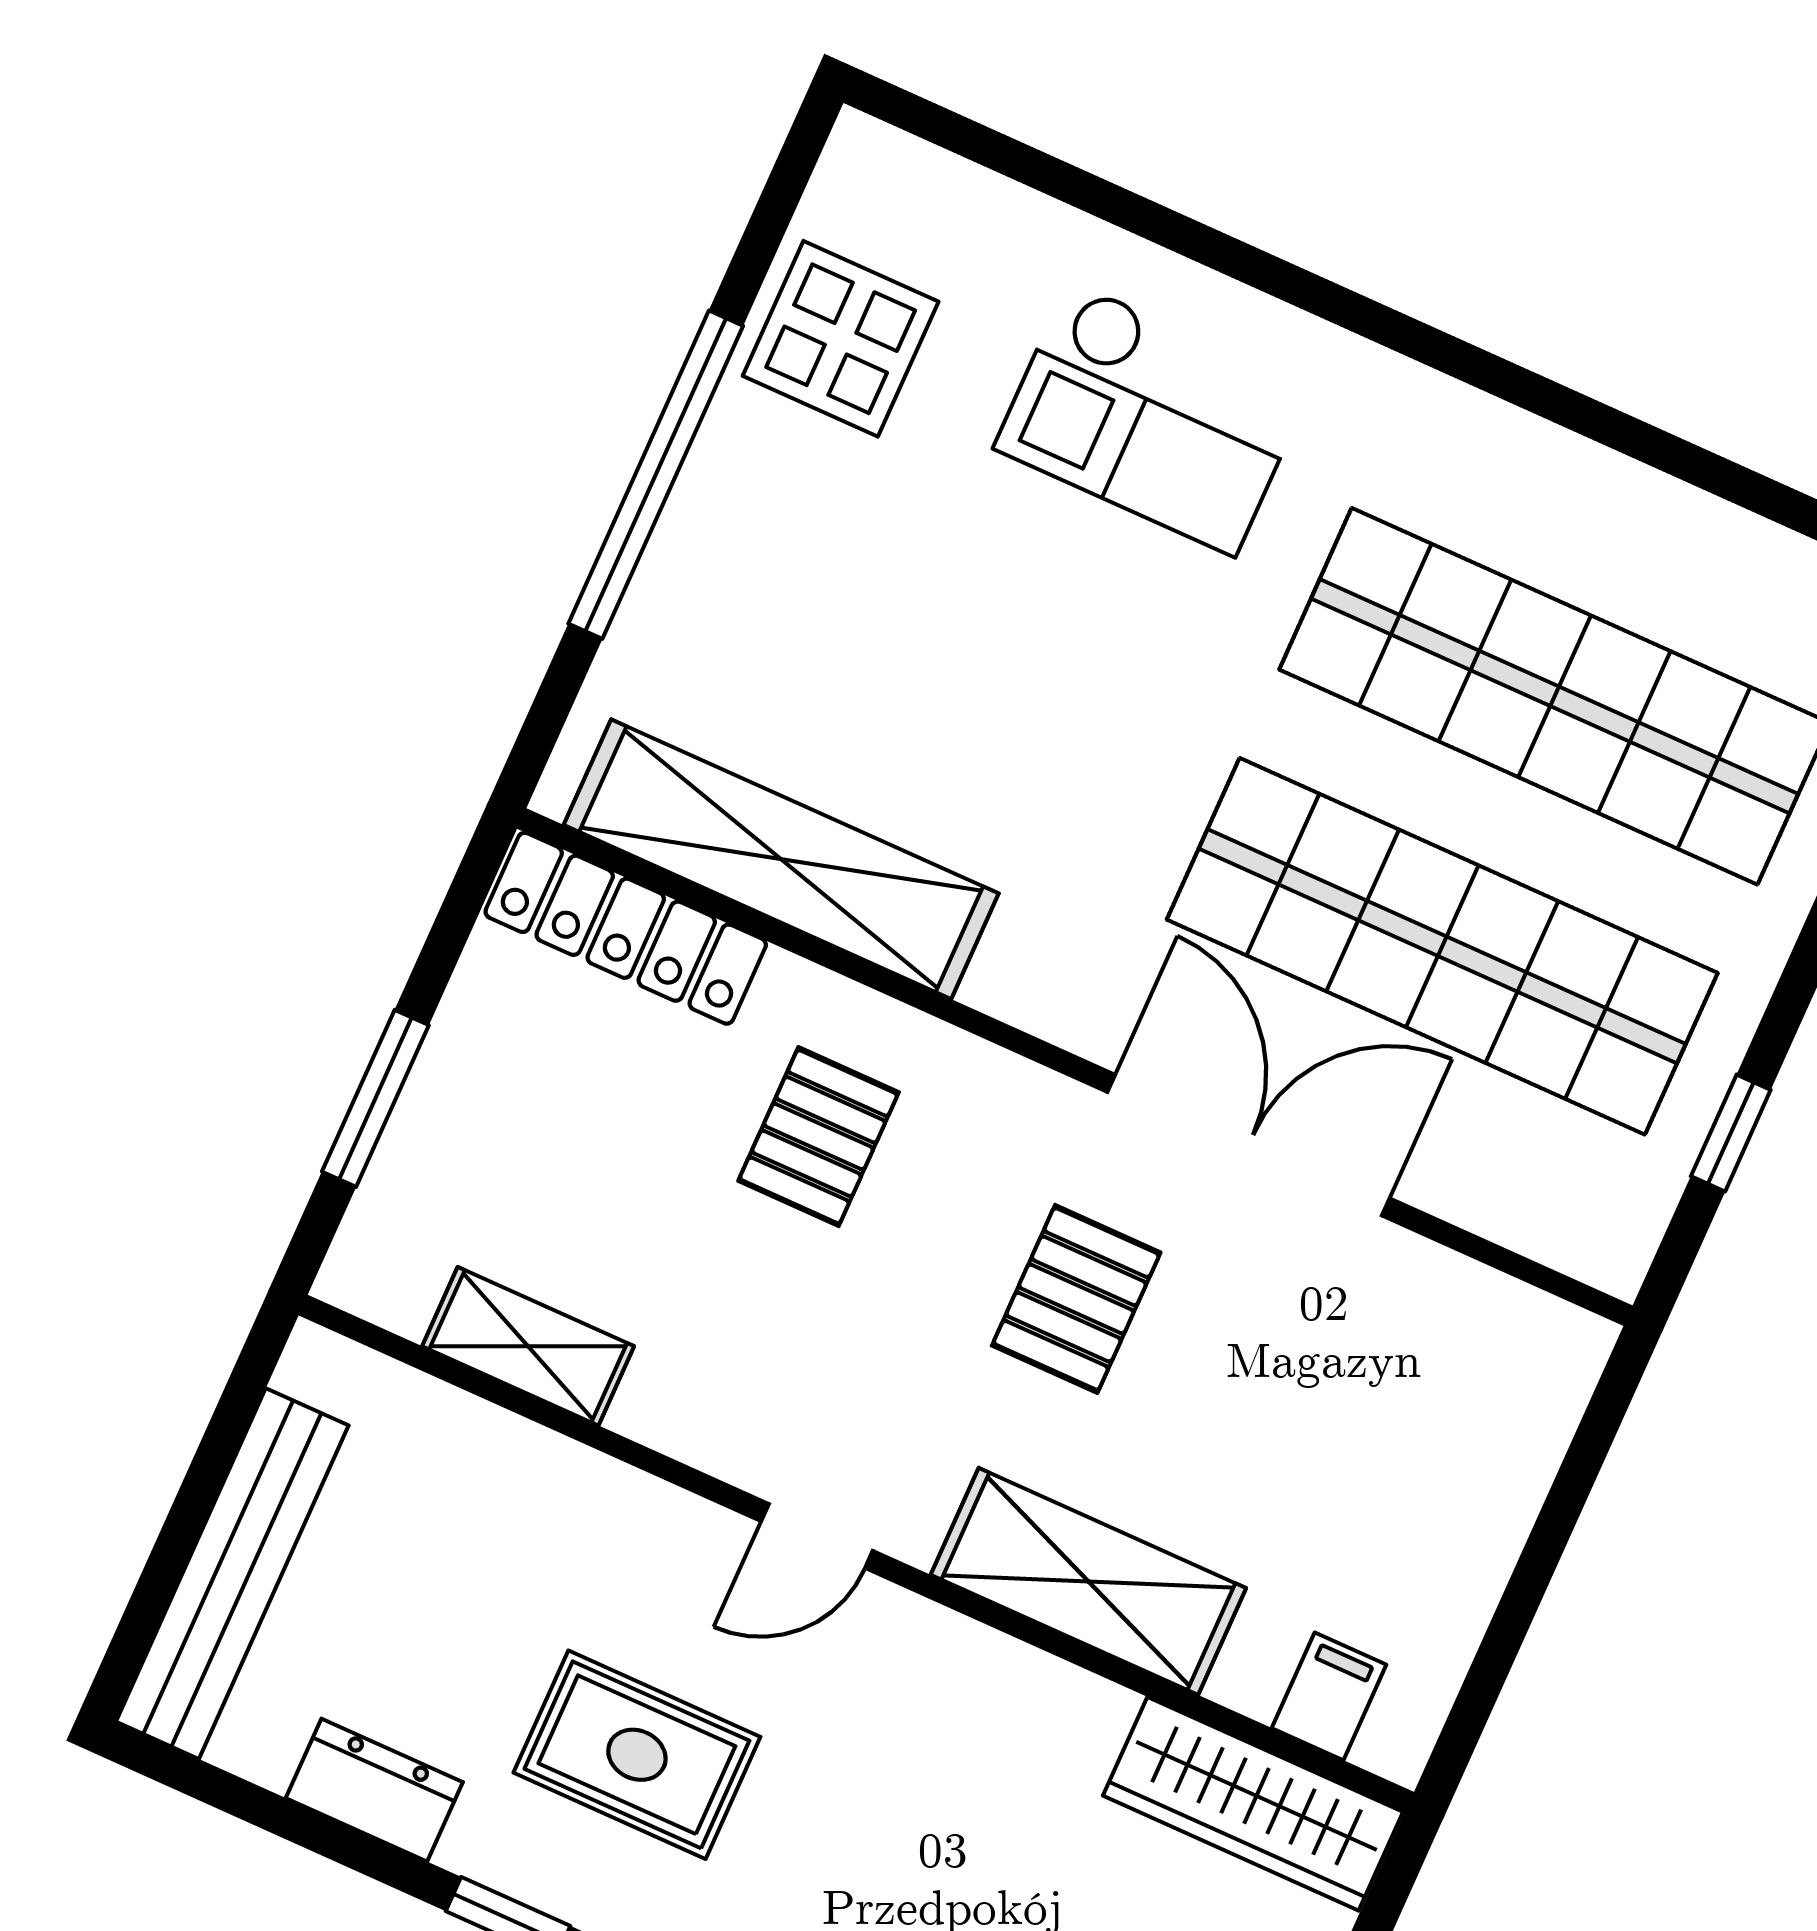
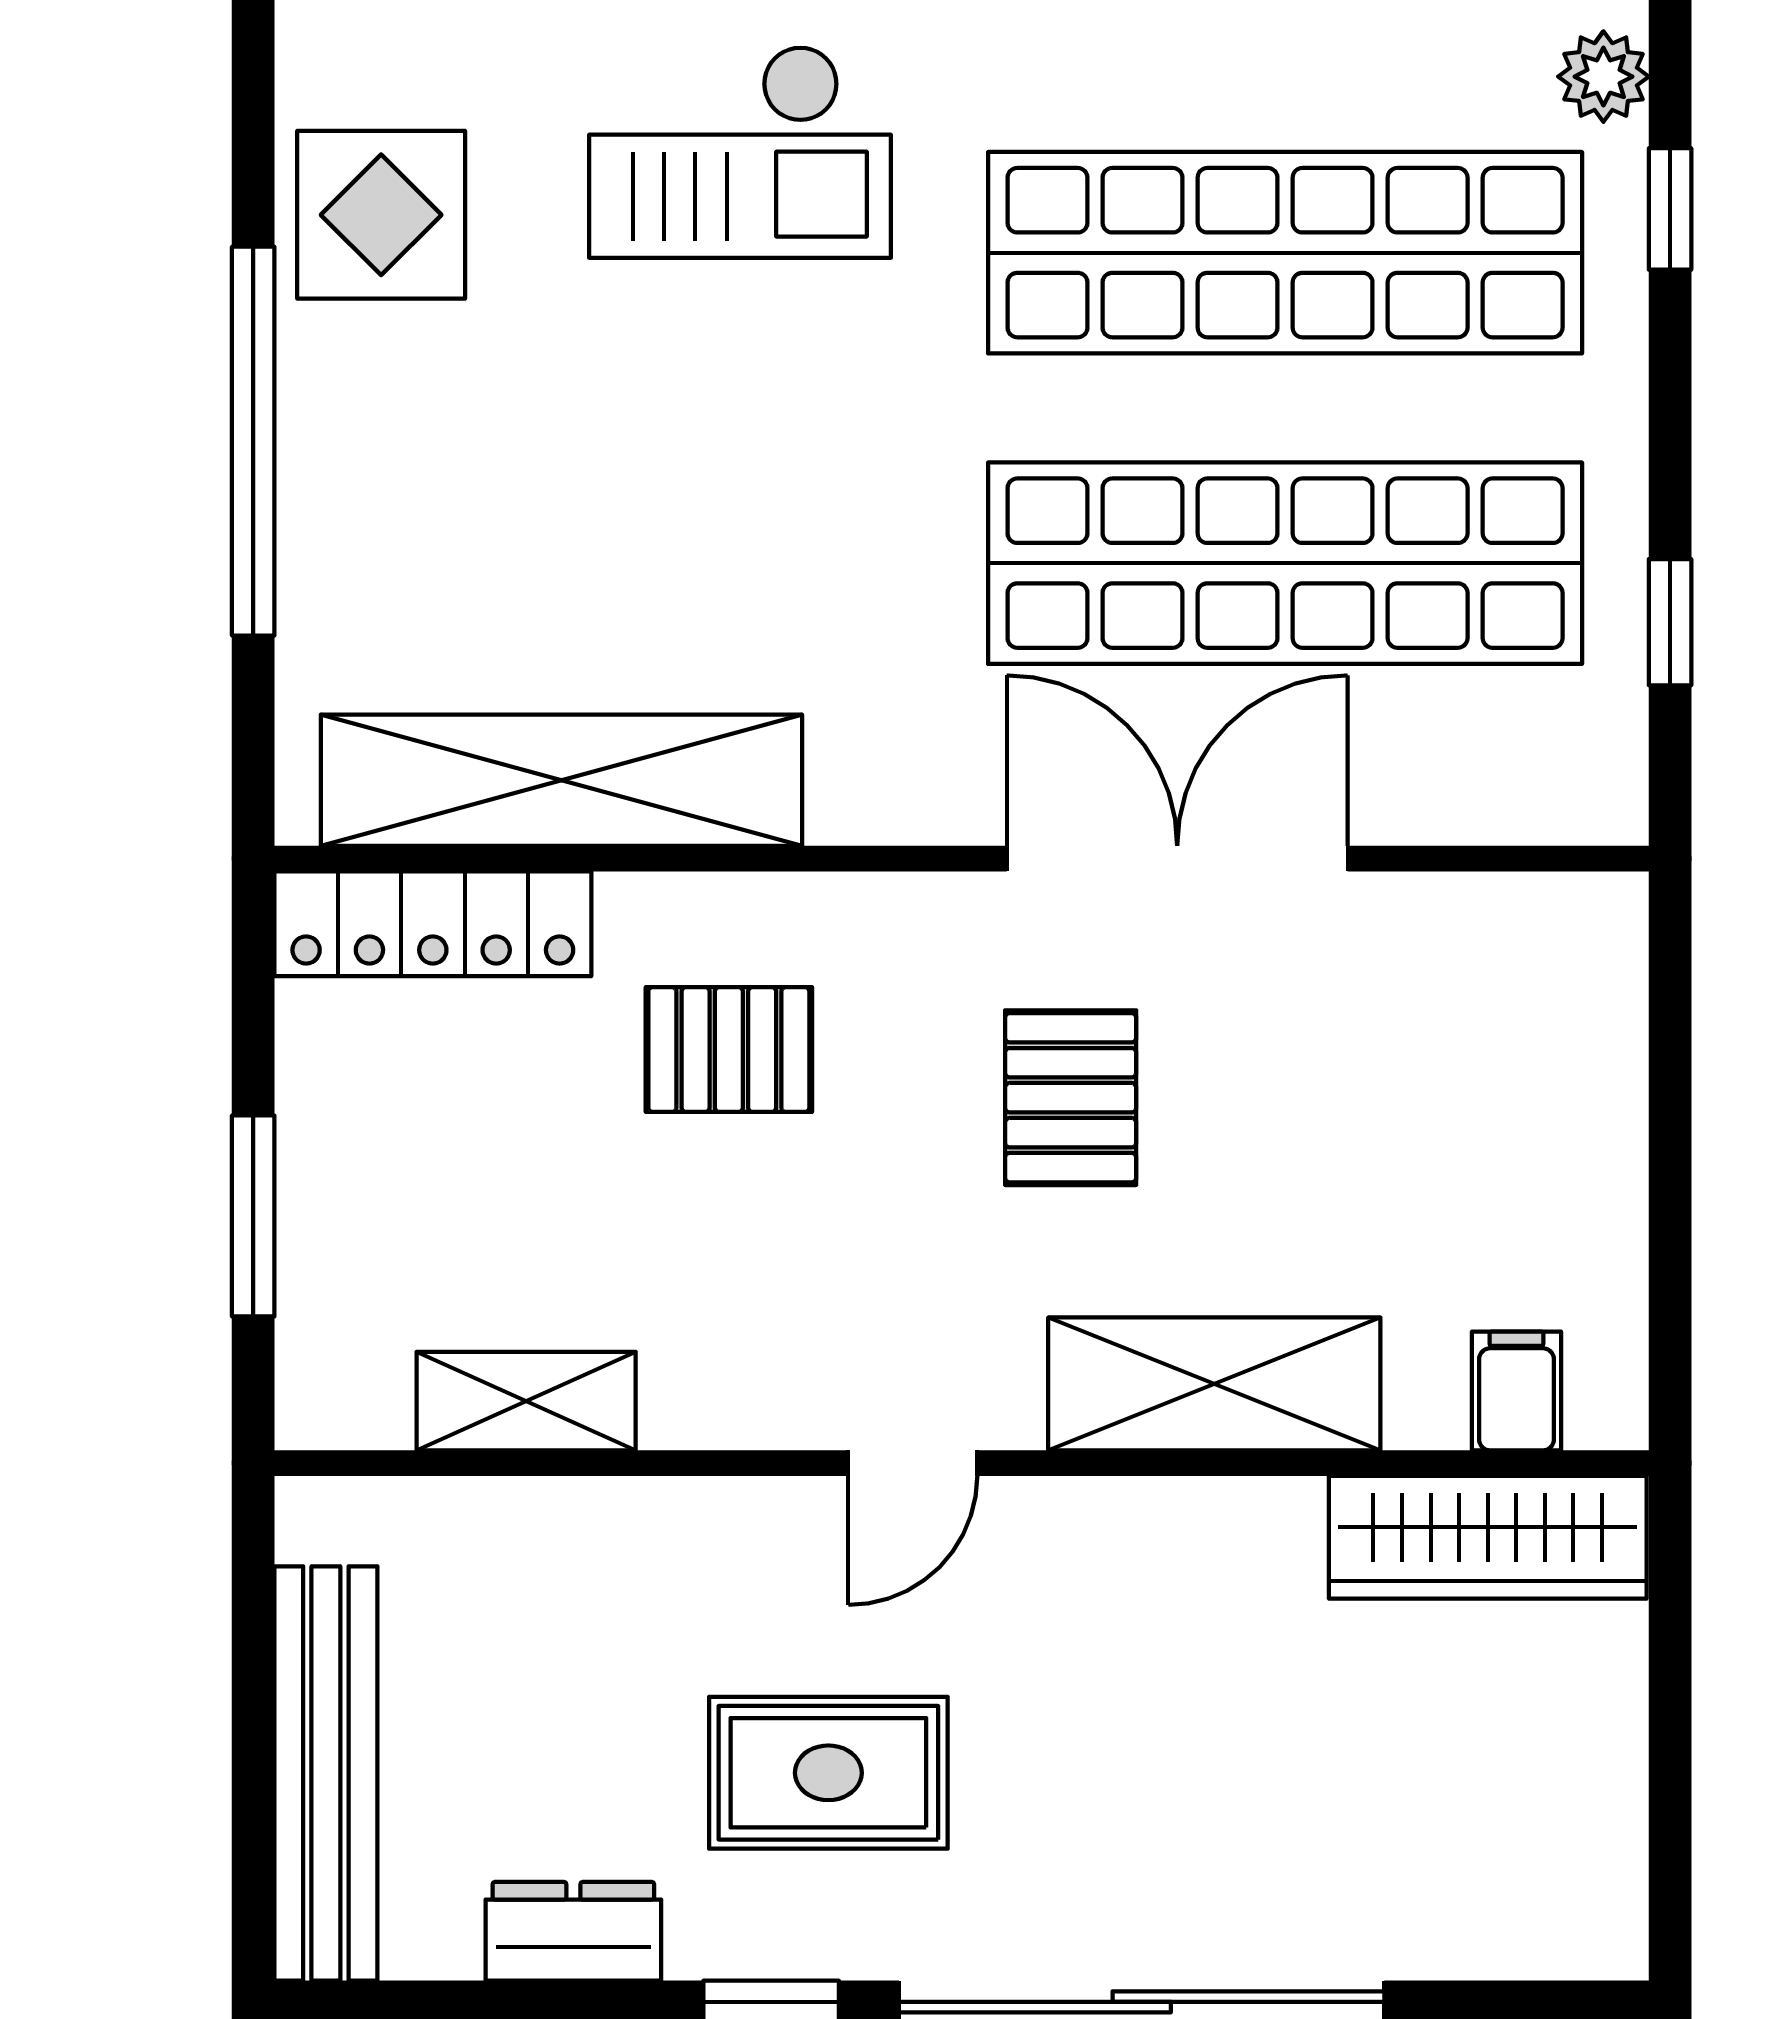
pallet: (819, 1137) -> (729, 1050), turned 90

